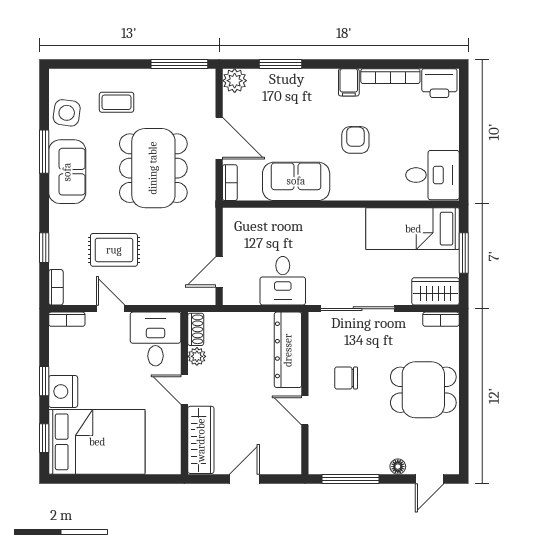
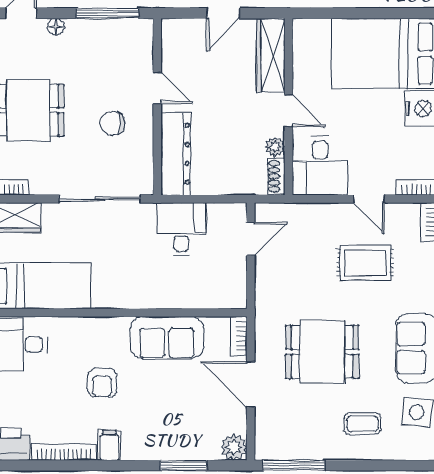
dining table: (153, 168) -> (322, 352), width x0.73
chair: (346, 378) -> (112, 123), turned 180

